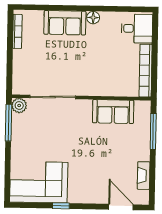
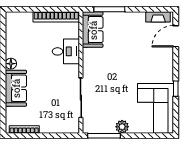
desk: (137, 29) -> (66, 51), moved, turned 90
plant: (19, 106) -> (122, 127), moved
sofa: (113, 112) -> (93, 30), moved
fireplace: (144, 176) -> (158, 17), moved

